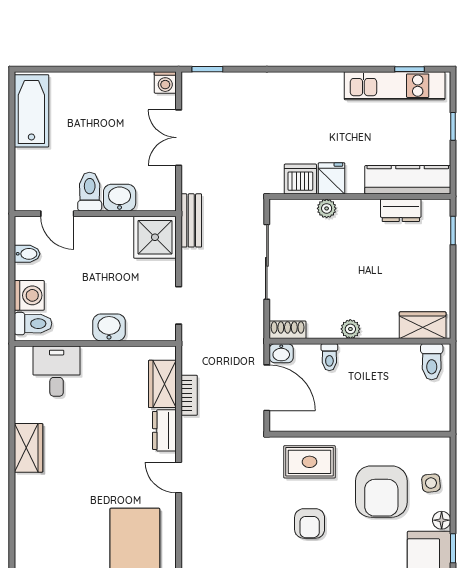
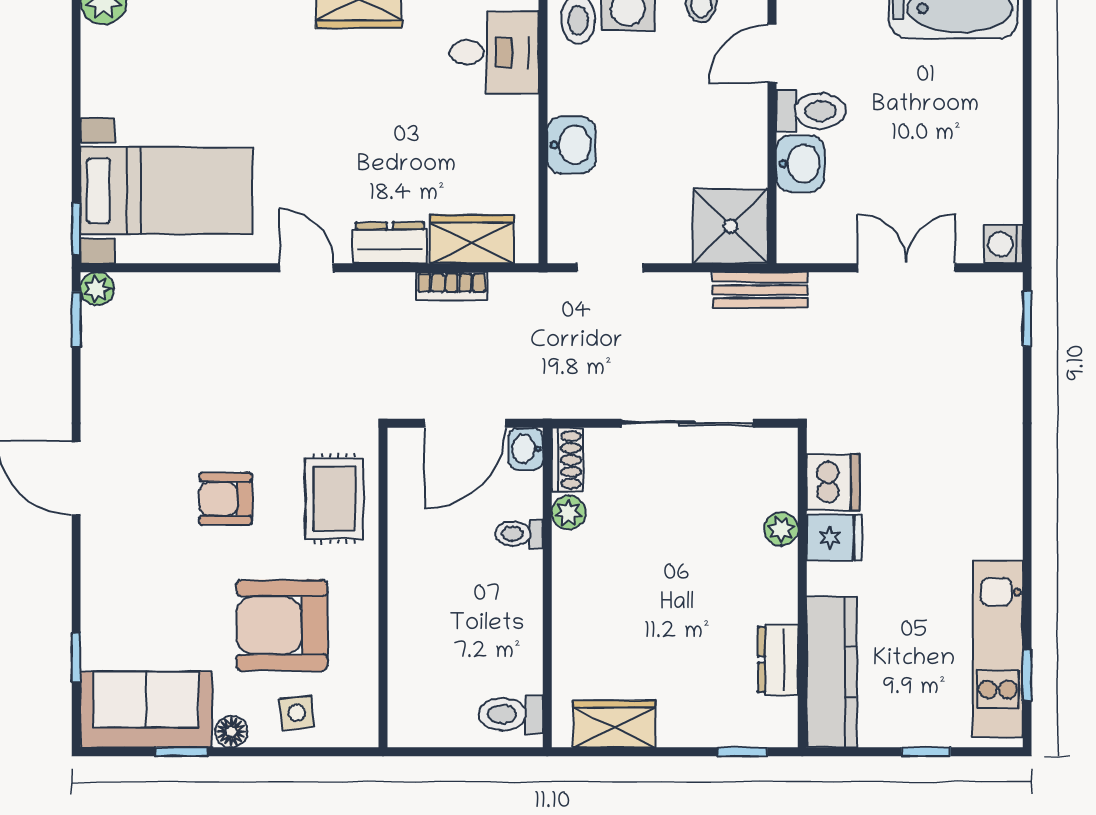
wardrobe: (423, 325) -> (614, 724), moved, turned -90
plant: (350, 329) -> (569, 513), moved
door: (179, 478) -> (306, 268), hinge flipped

